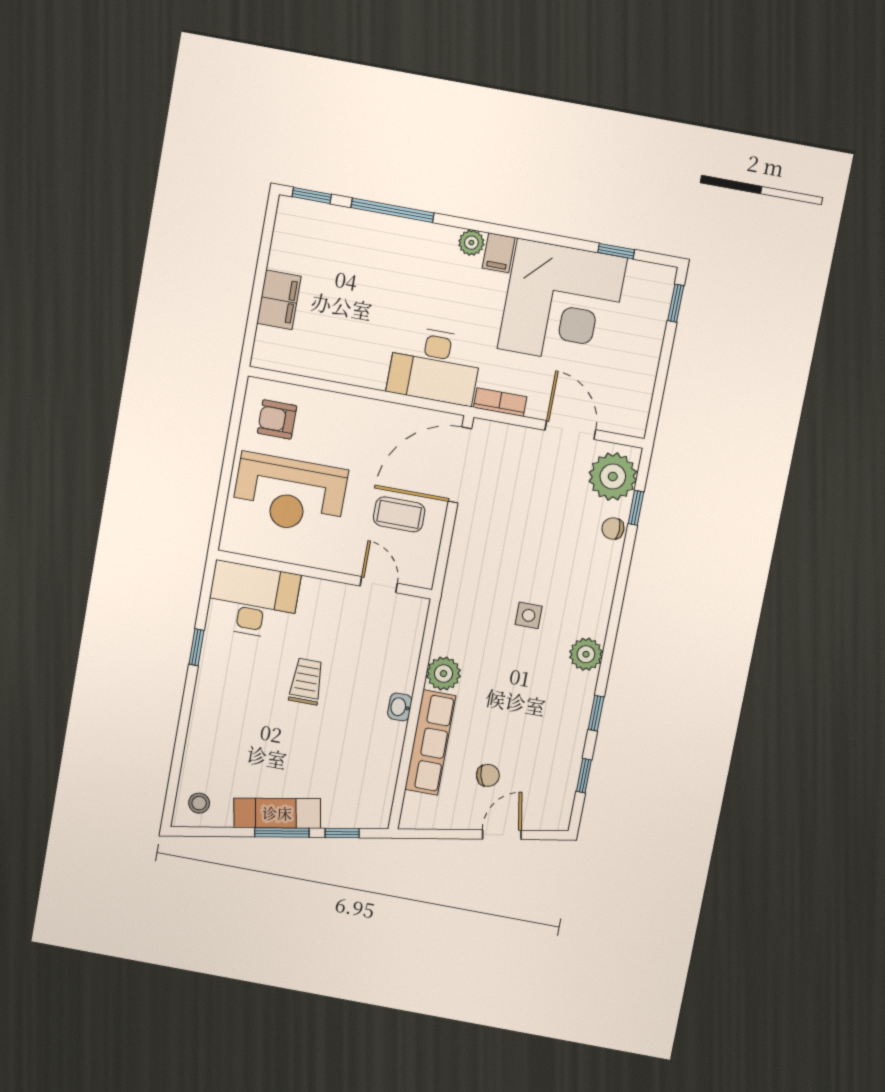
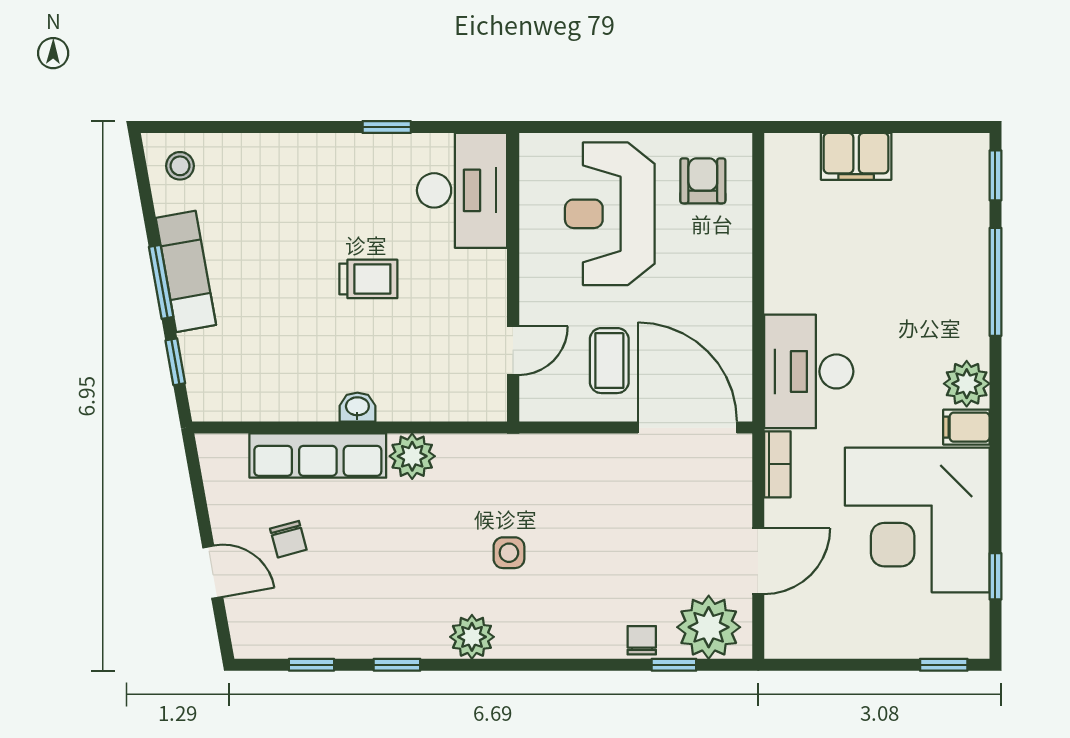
plant: (471, 243) -> (967, 384), width x1.38, depth x1.38

